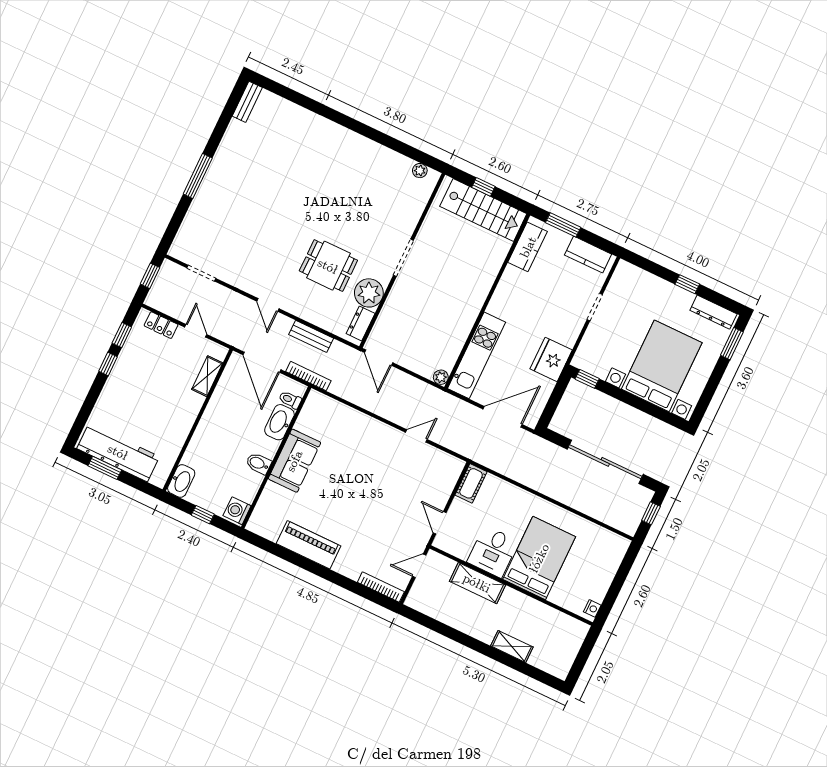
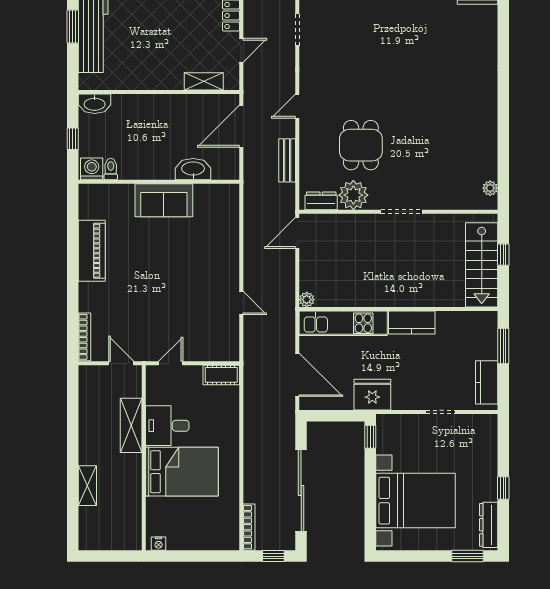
kitchen counter: (528, 247) -> (412, 322), moved
bookcase: (308, 376) -> (249, 527), moved
toilet: (290, 400) -> (111, 169), moved
bidet: (259, 463) -> (145, 168), removed

